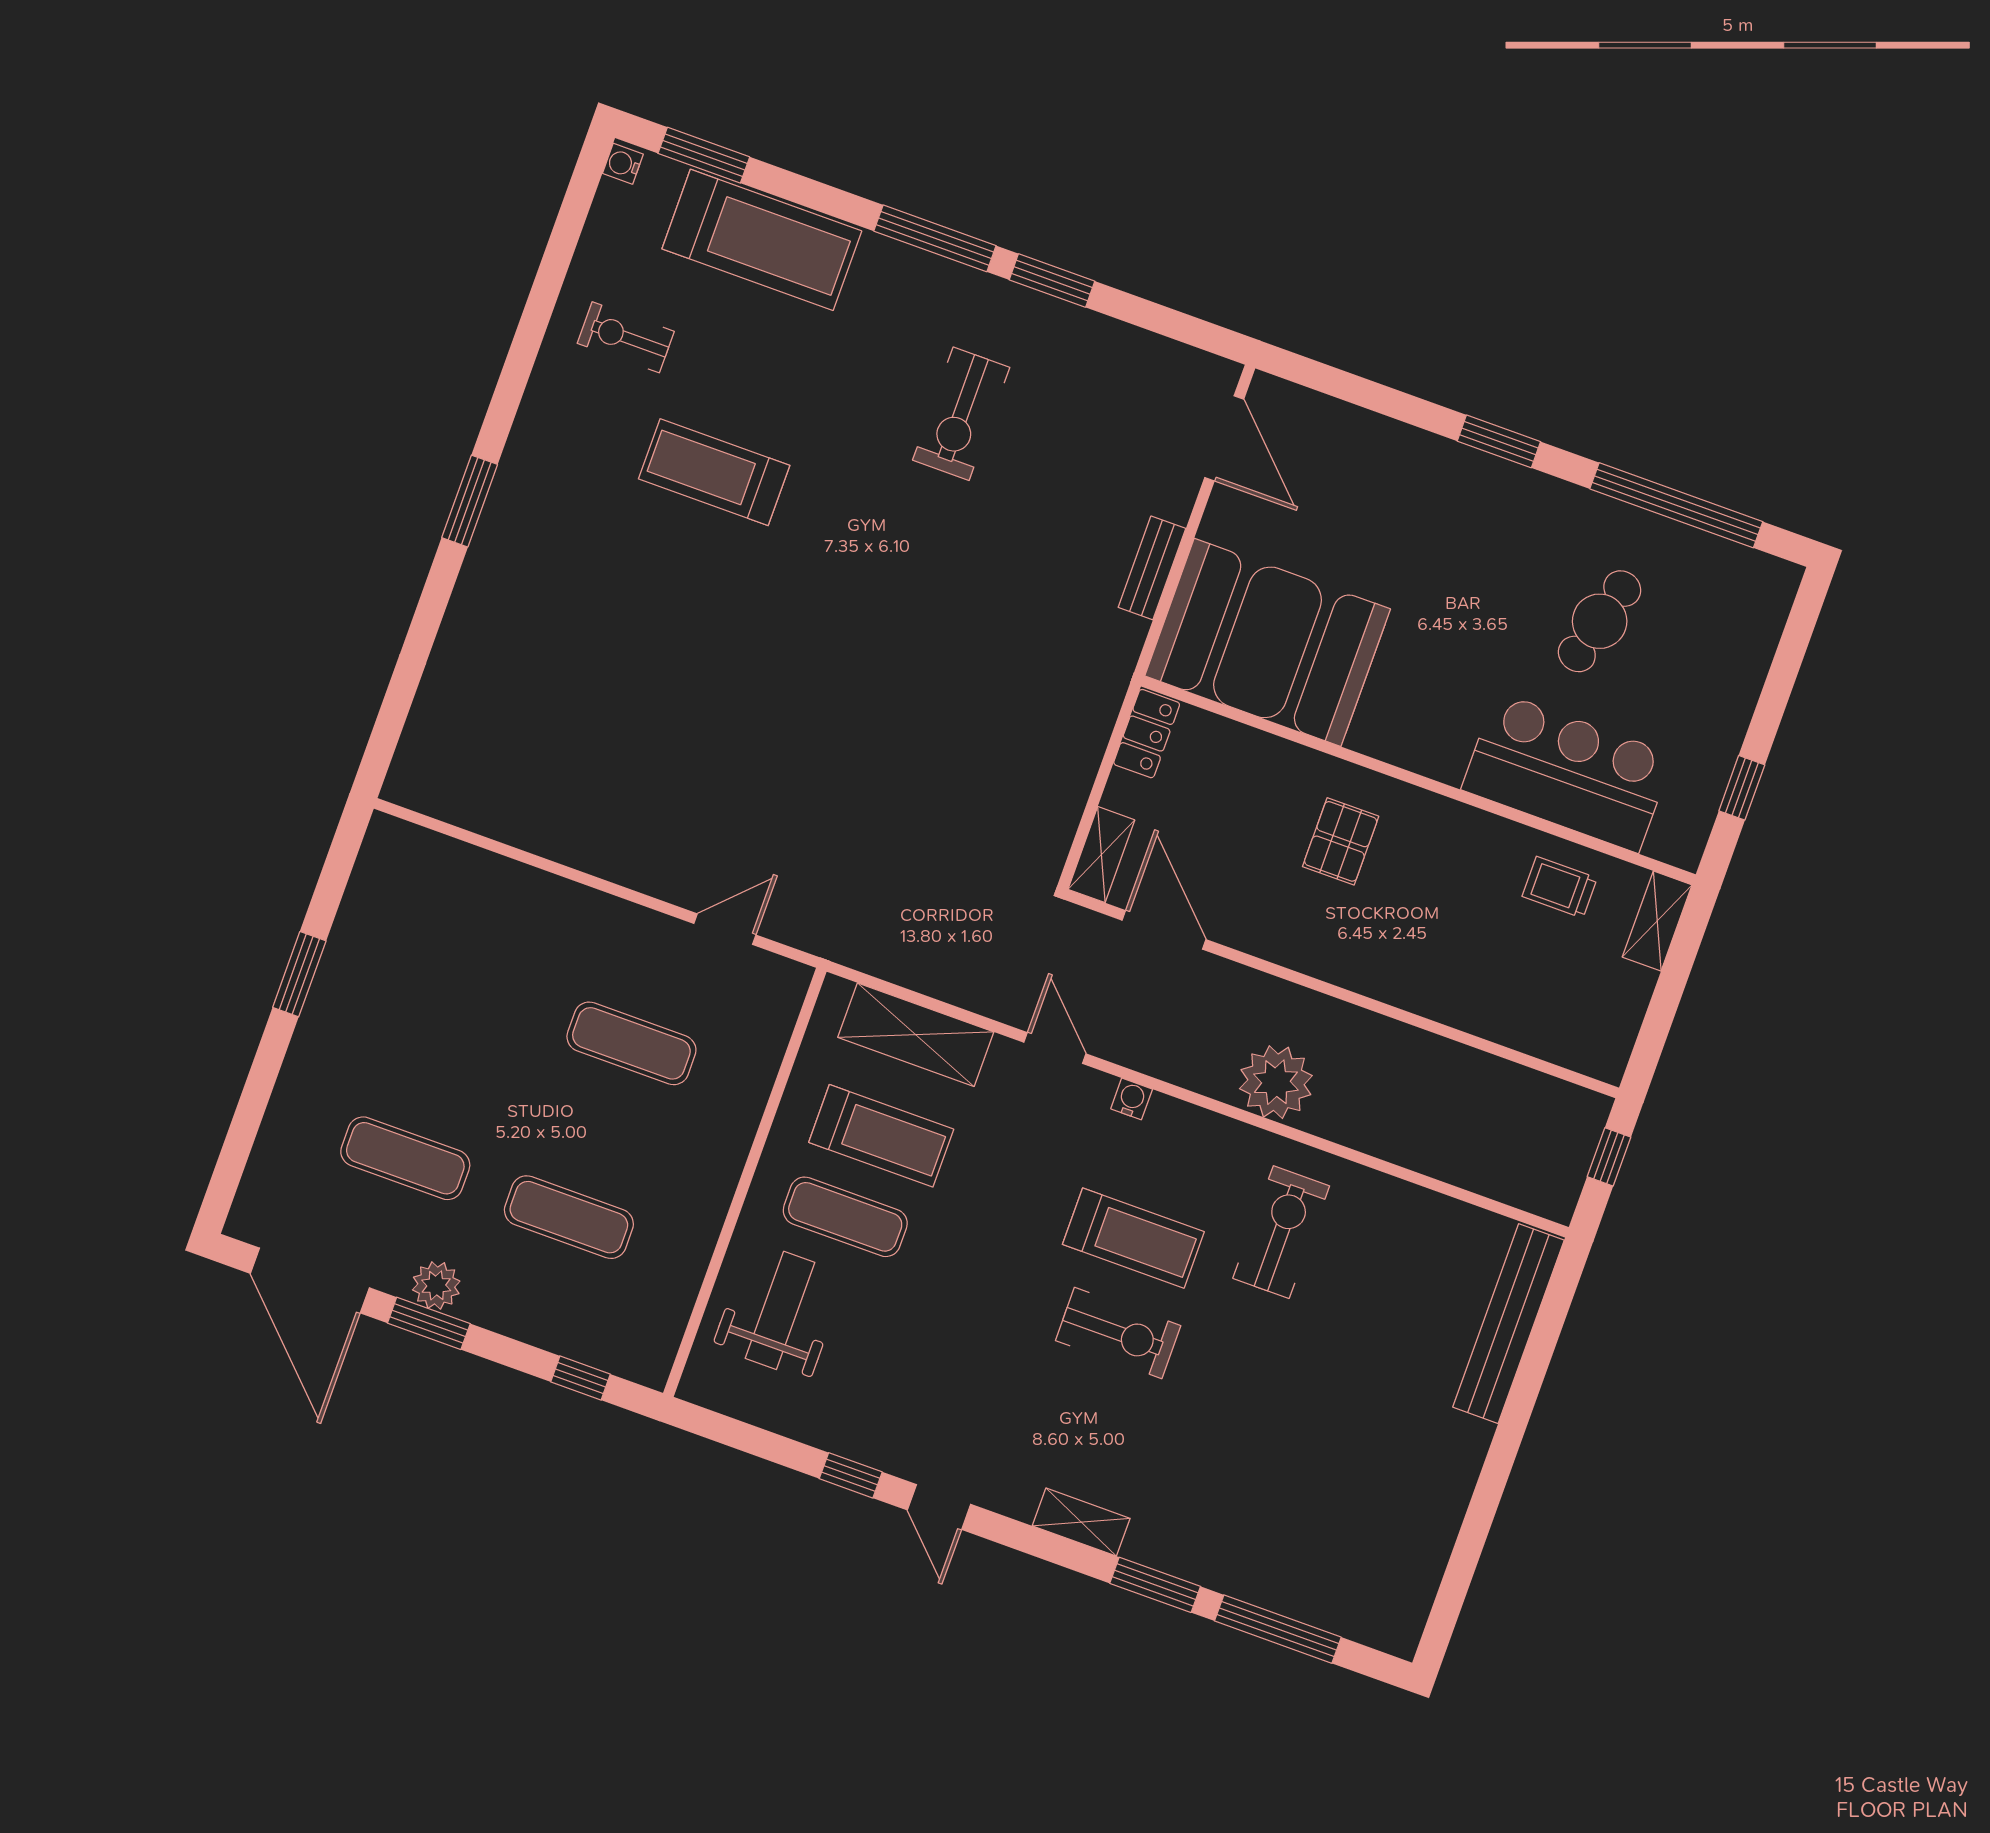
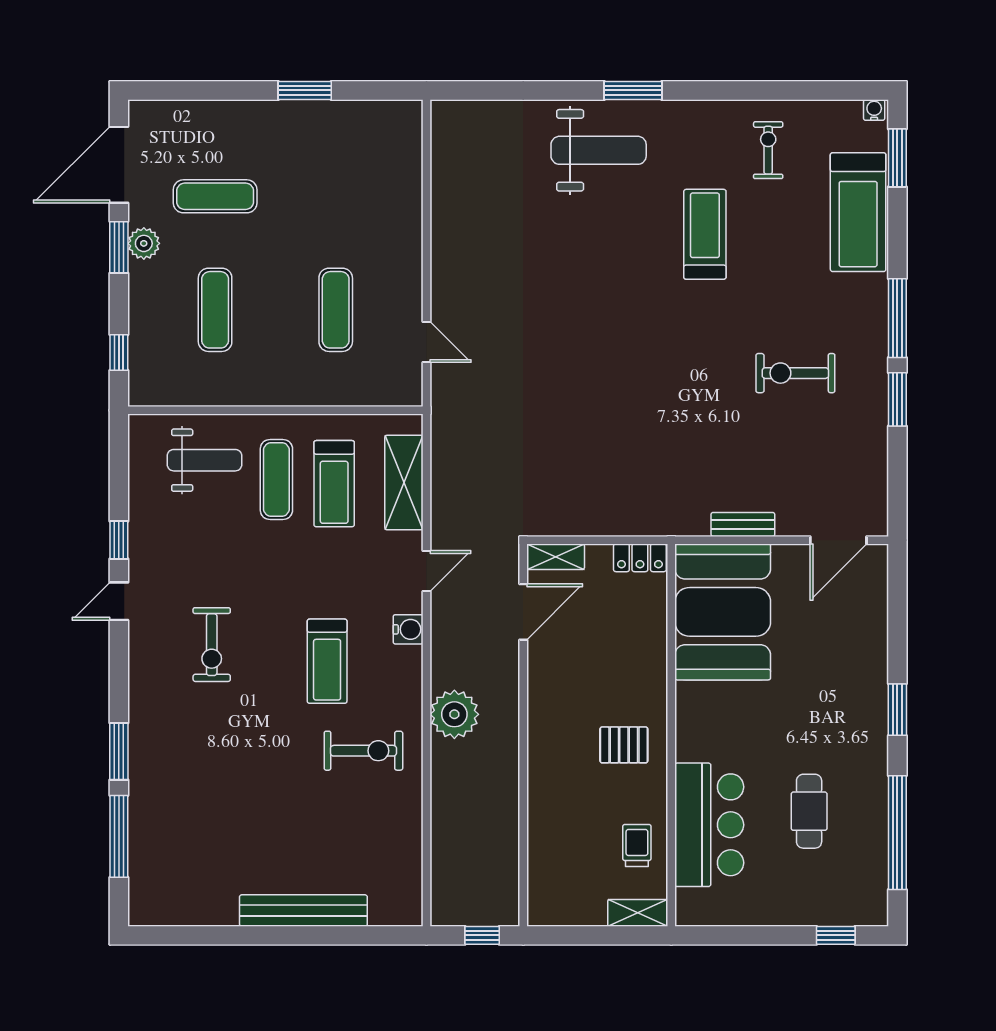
weight bench: (538, 582) -> (599, 150), added
cafe table: (1600, 621) -> (809, 811), turned 75
window: (1742, 788) -> (836, 935), moved
pallet: (1341, 841) -> (624, 745), moved
water cooler: (1132, 1099) -> (408, 629), width x1.38, depth x1.38
exercise mat: (405, 1158) -> (215, 196), turned 90
bench: (1508, 1324) -> (303, 910), moved
exercise bike: (1118, 1333) -> (212, 645), moved
shelving: (1081, 1522) -> (141, 692), removed

